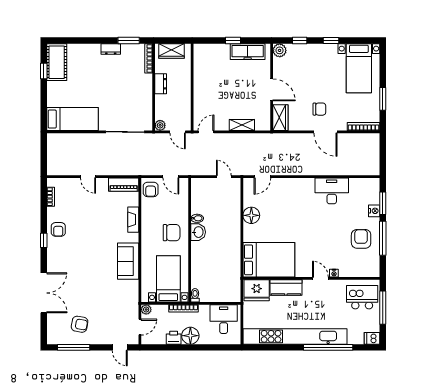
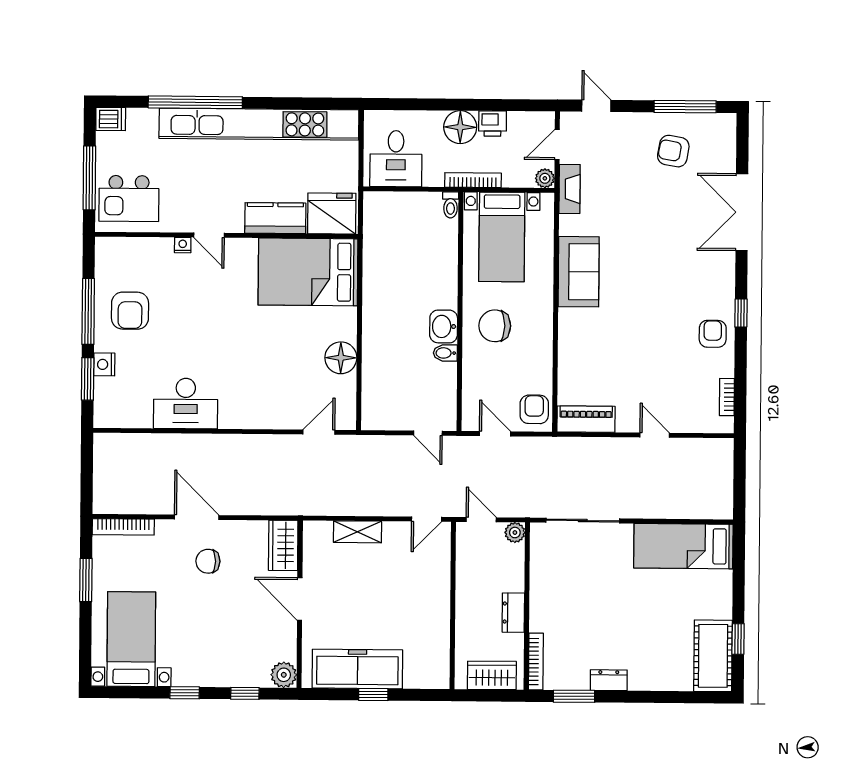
freezer: (248, 52) -> (357, 669), width x1.36, depth x1.26
door: (224, 177) -> (428, 433), moved
fireplace: (133, 220) -> (570, 189), moved

